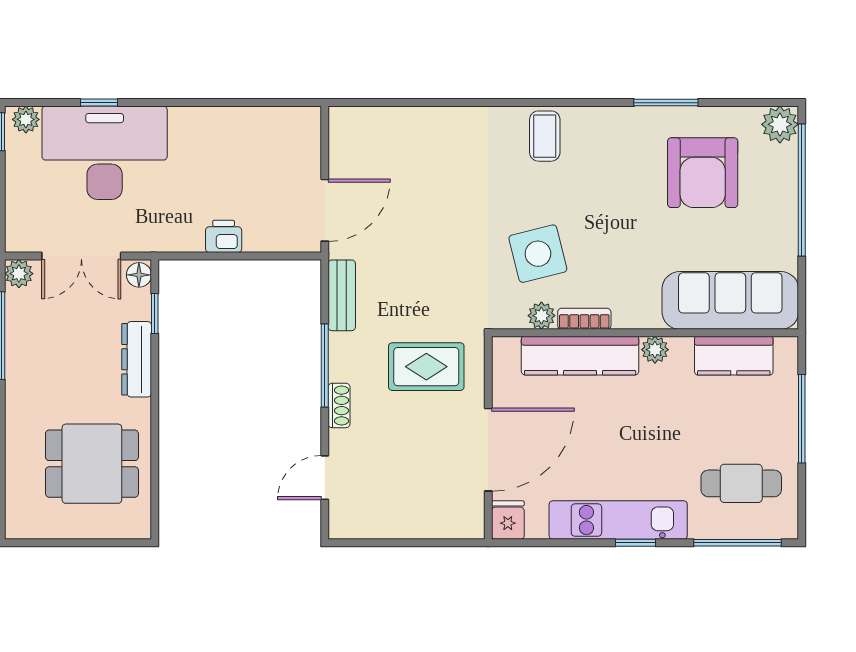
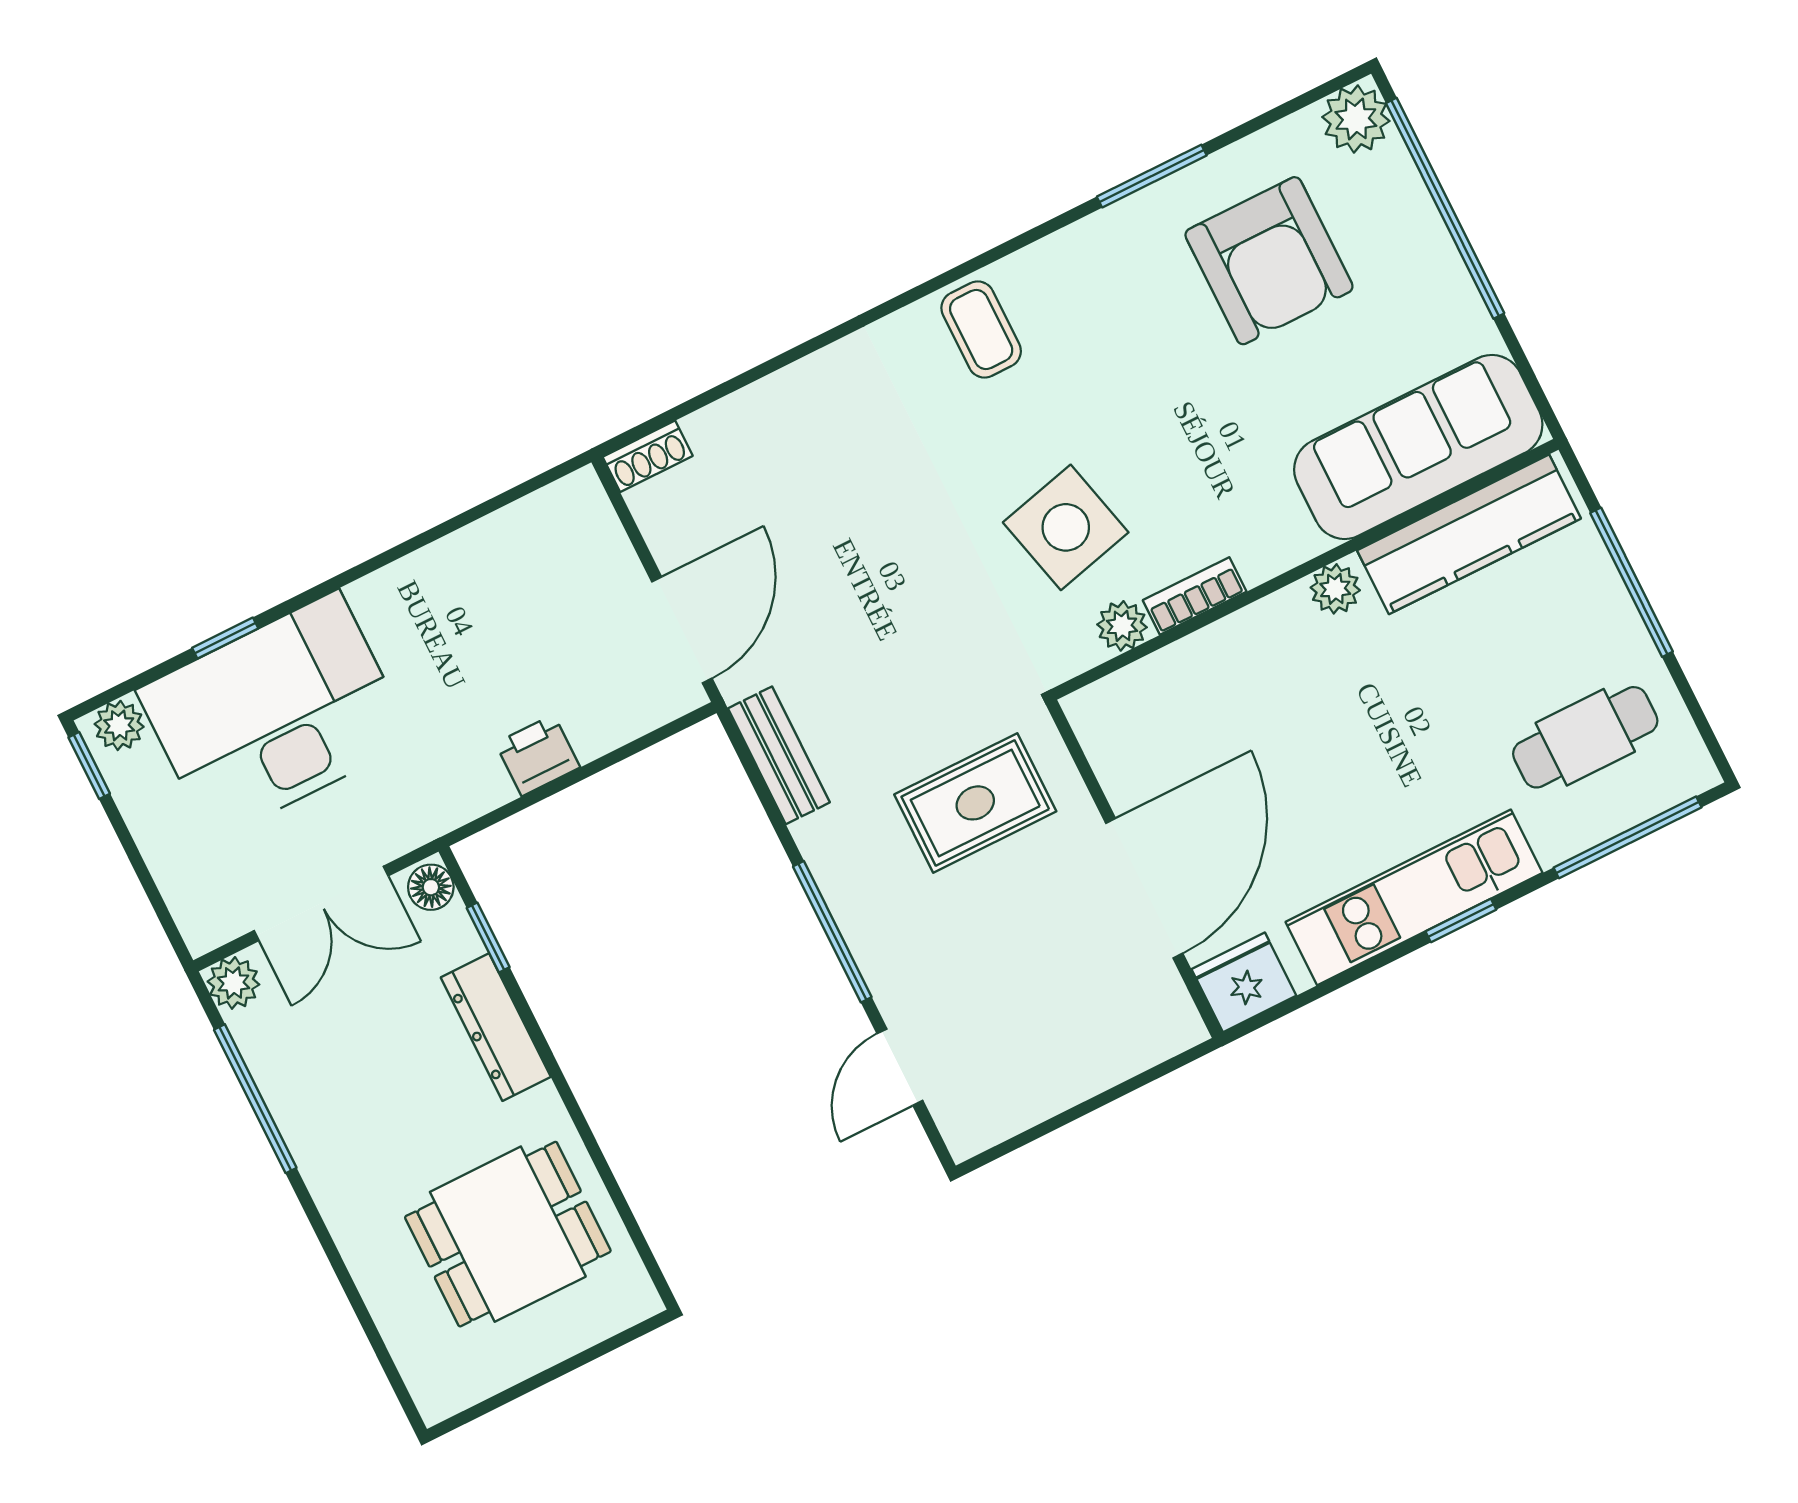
kitchen counter: (580, 356) -> (1218, 660), removed
kitchen counter: (734, 356) -> (1469, 534), width x1.50
window: (325, 366) -> (832, 932), moved
shoe rack: (339, 405) -> (648, 456), moved, turned 90
fridge: (508, 520) -> (1244, 982), width x1.38

